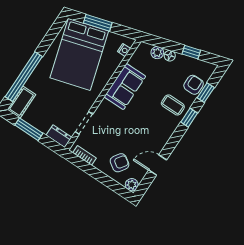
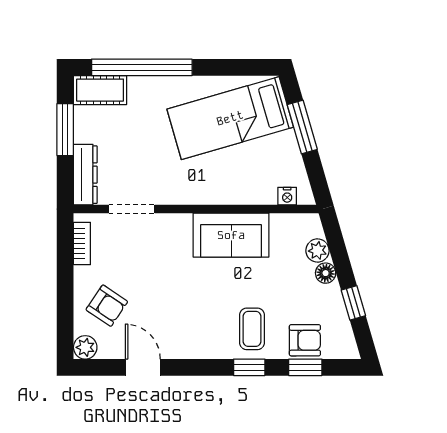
bed: (79, 54) -> (230, 118), width x0.67
dresser: (59, 136) -> (85, 175), width x1.44

